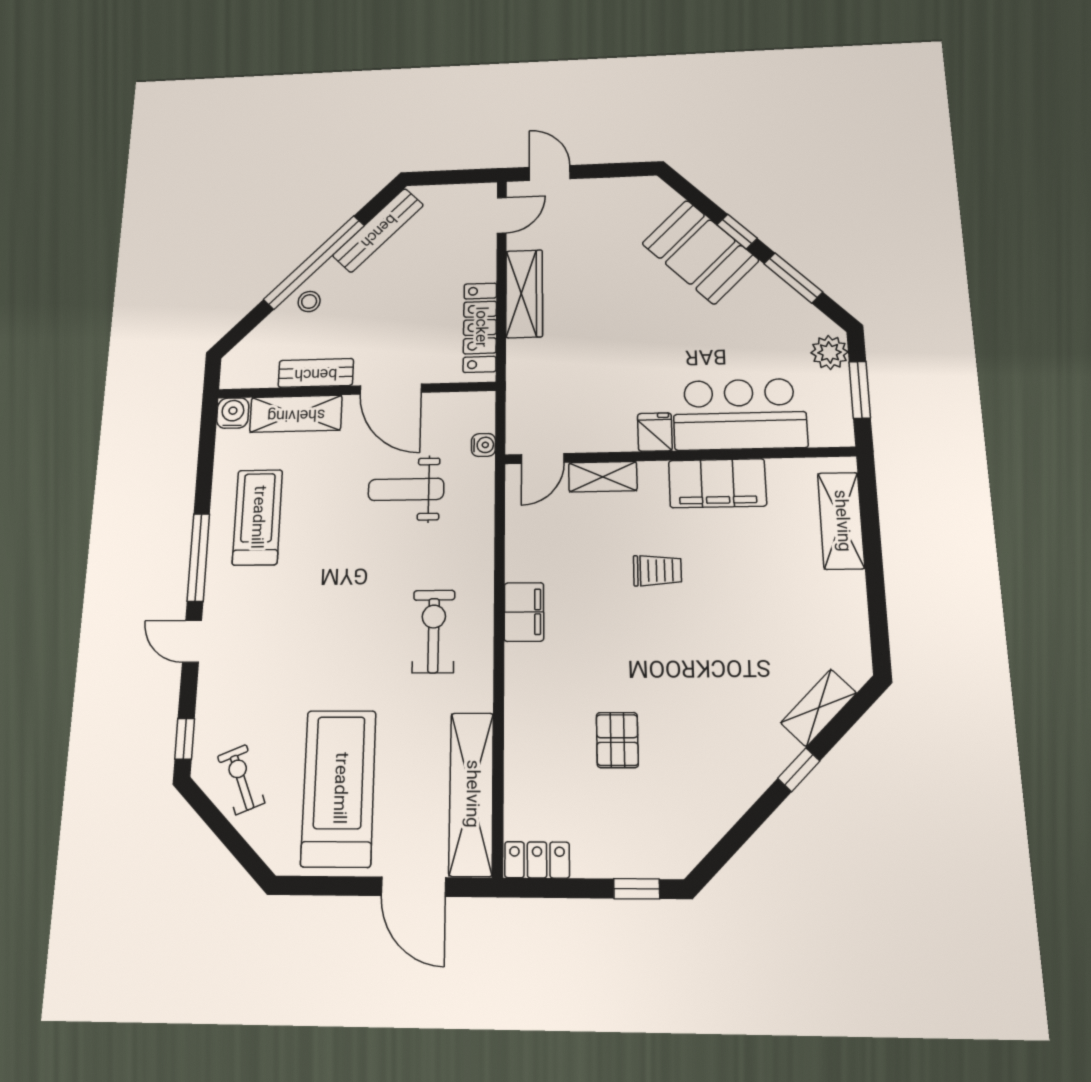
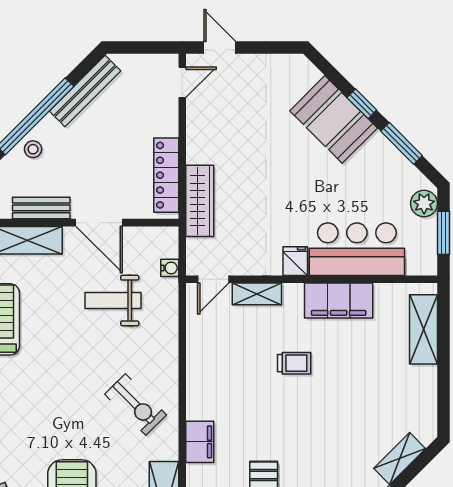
wardrobe: (524, 294) -> (200, 201), moved
filing cabinet: (524, 612) -> (200, 442), moved
exercise bike: (434, 631) -> (136, 405), turned 135

